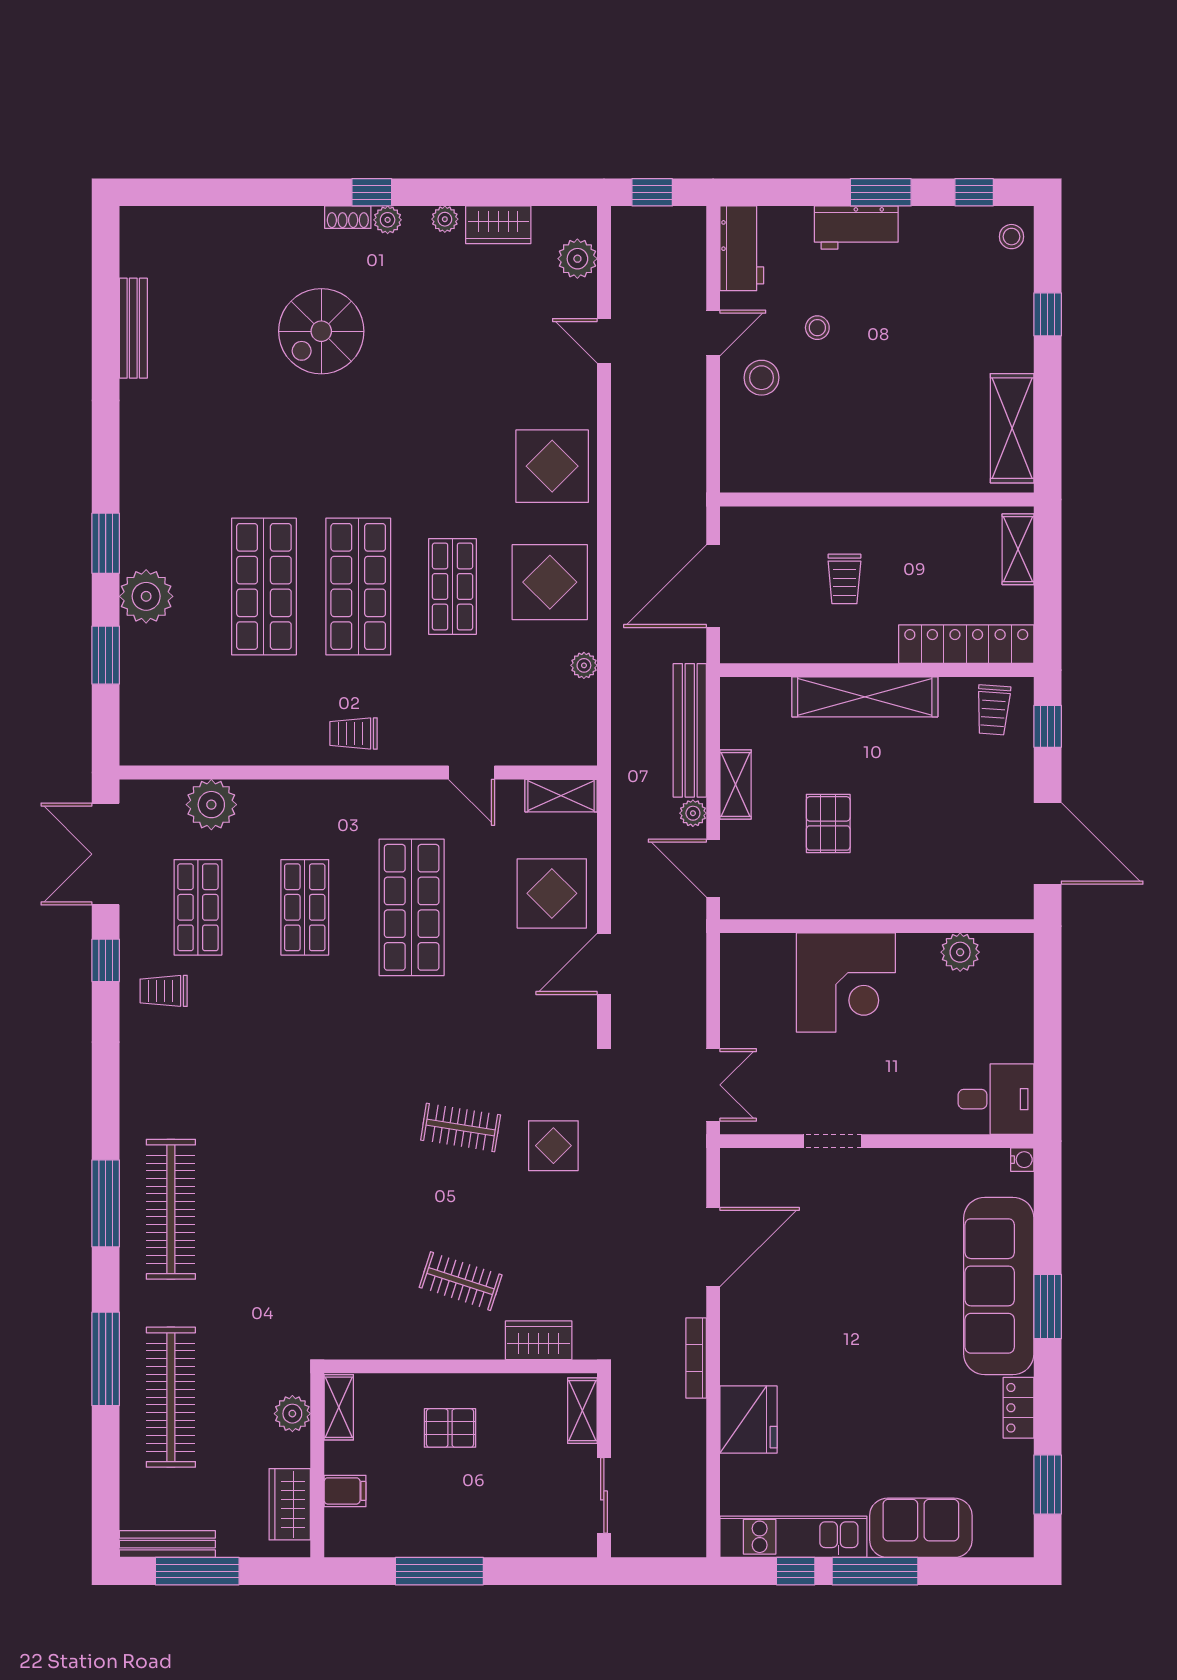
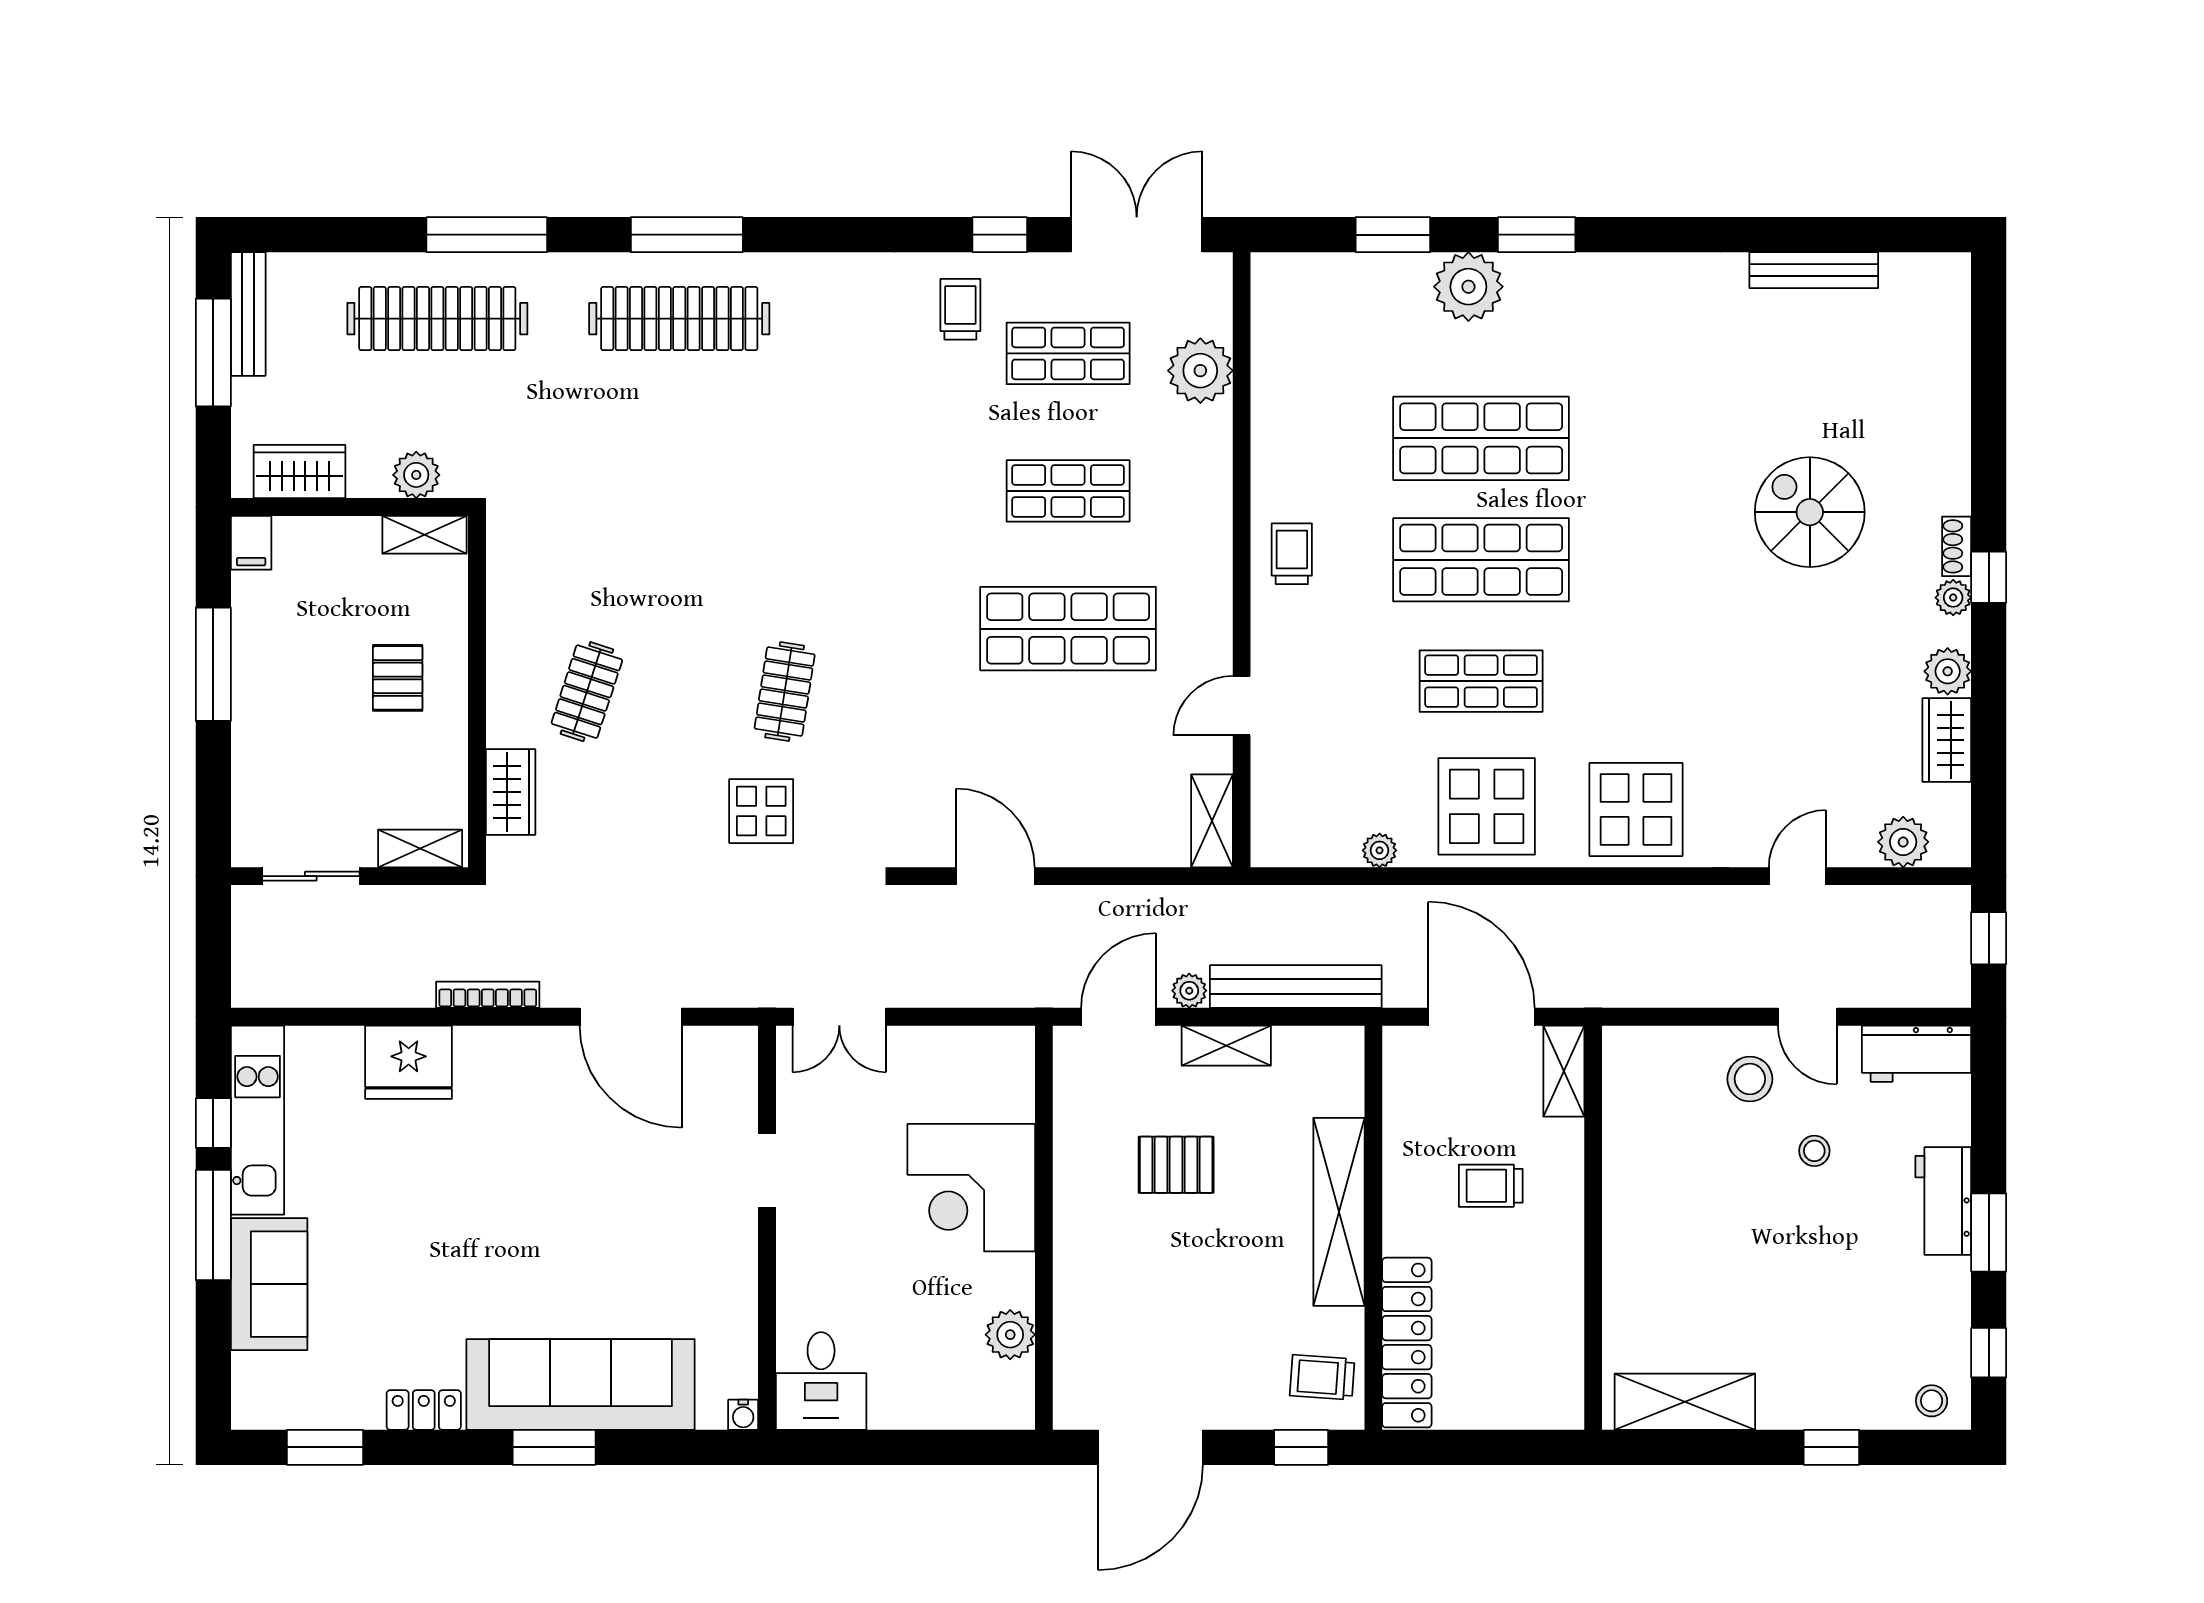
plant: (445, 219) -> (1948, 671), width x1.38, depth x1.38
shelving: (1018, 549) -> (1564, 1071), moved, turned 90
display table: (552, 893) -> (1086, 809), removed
filing cabinet: (345, 1491) -> (251, 543), moved

